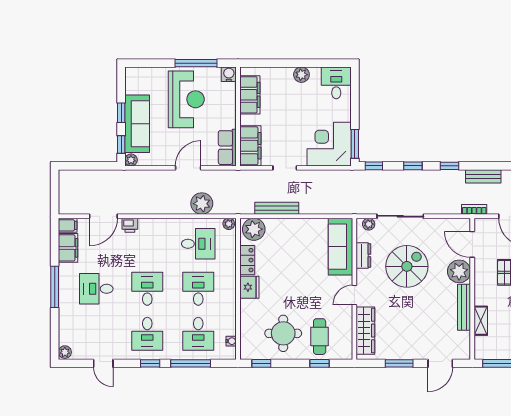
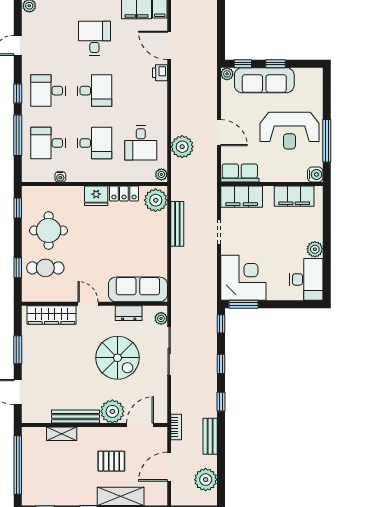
desk: (336, 83) -> (306, 279), width x1.37
water cooler: (231, 341) -> (60, 177), moved

